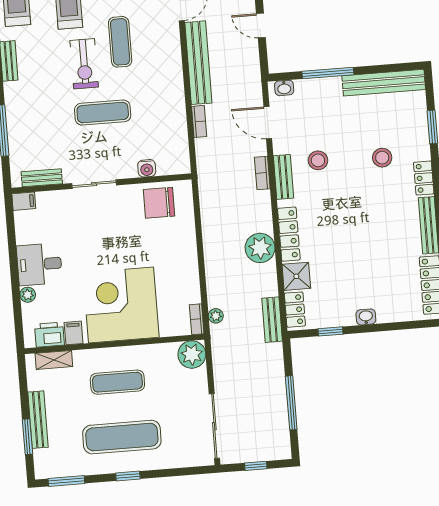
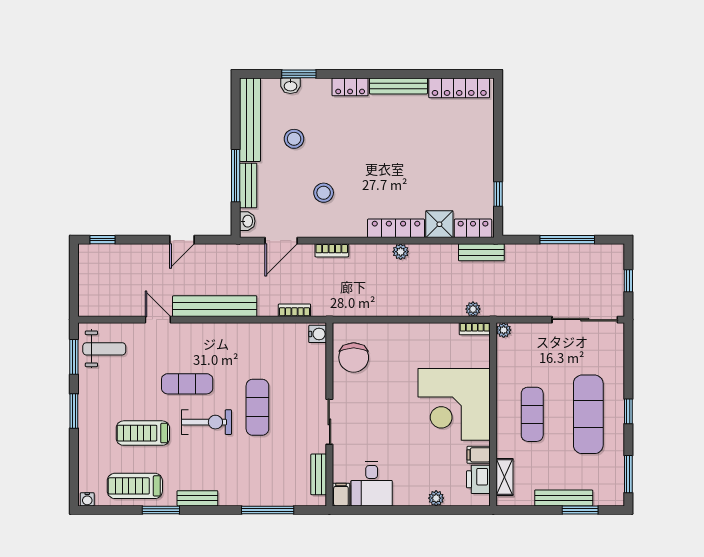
bookcase: (199, 121) -> (294, 310), moved
stool: (382, 158) -> (294, 139), moved
water cooler: (147, 168) -> (318, 334), moved
bench: (283, 177) -> (248, 185), moved, turned 90
plant: (260, 248) -> (401, 252), width x0.53, depth x0.53
desk: (39, 264) -> (372, 484), moved
washbasin: (366, 317) -> (290, 86), moved, turned -90
plant: (192, 354) -> (504, 330), width x0.53, depth x0.53

